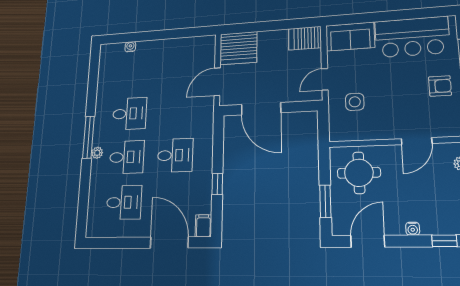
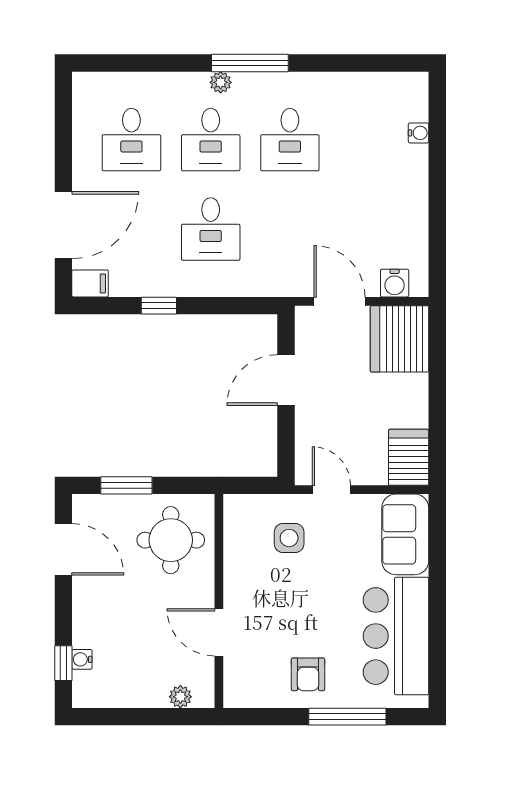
water cooler: (208, 53) -> (395, 283), added
door: (261, 109) -> (286, 380), width x0.73
water cooler: (413, 229) -> (82, 659), moved

